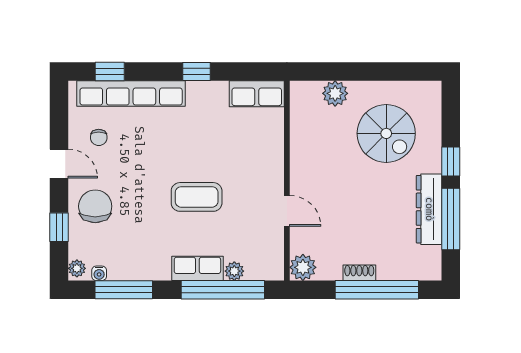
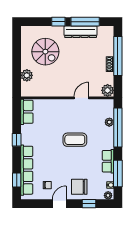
spiral stairs: (386, 133) -> (45, 52), turned 90
coffee table: (197, 197) -> (75, 140), turned 90
row of seats: (197, 268) -> (108, 161), moved

